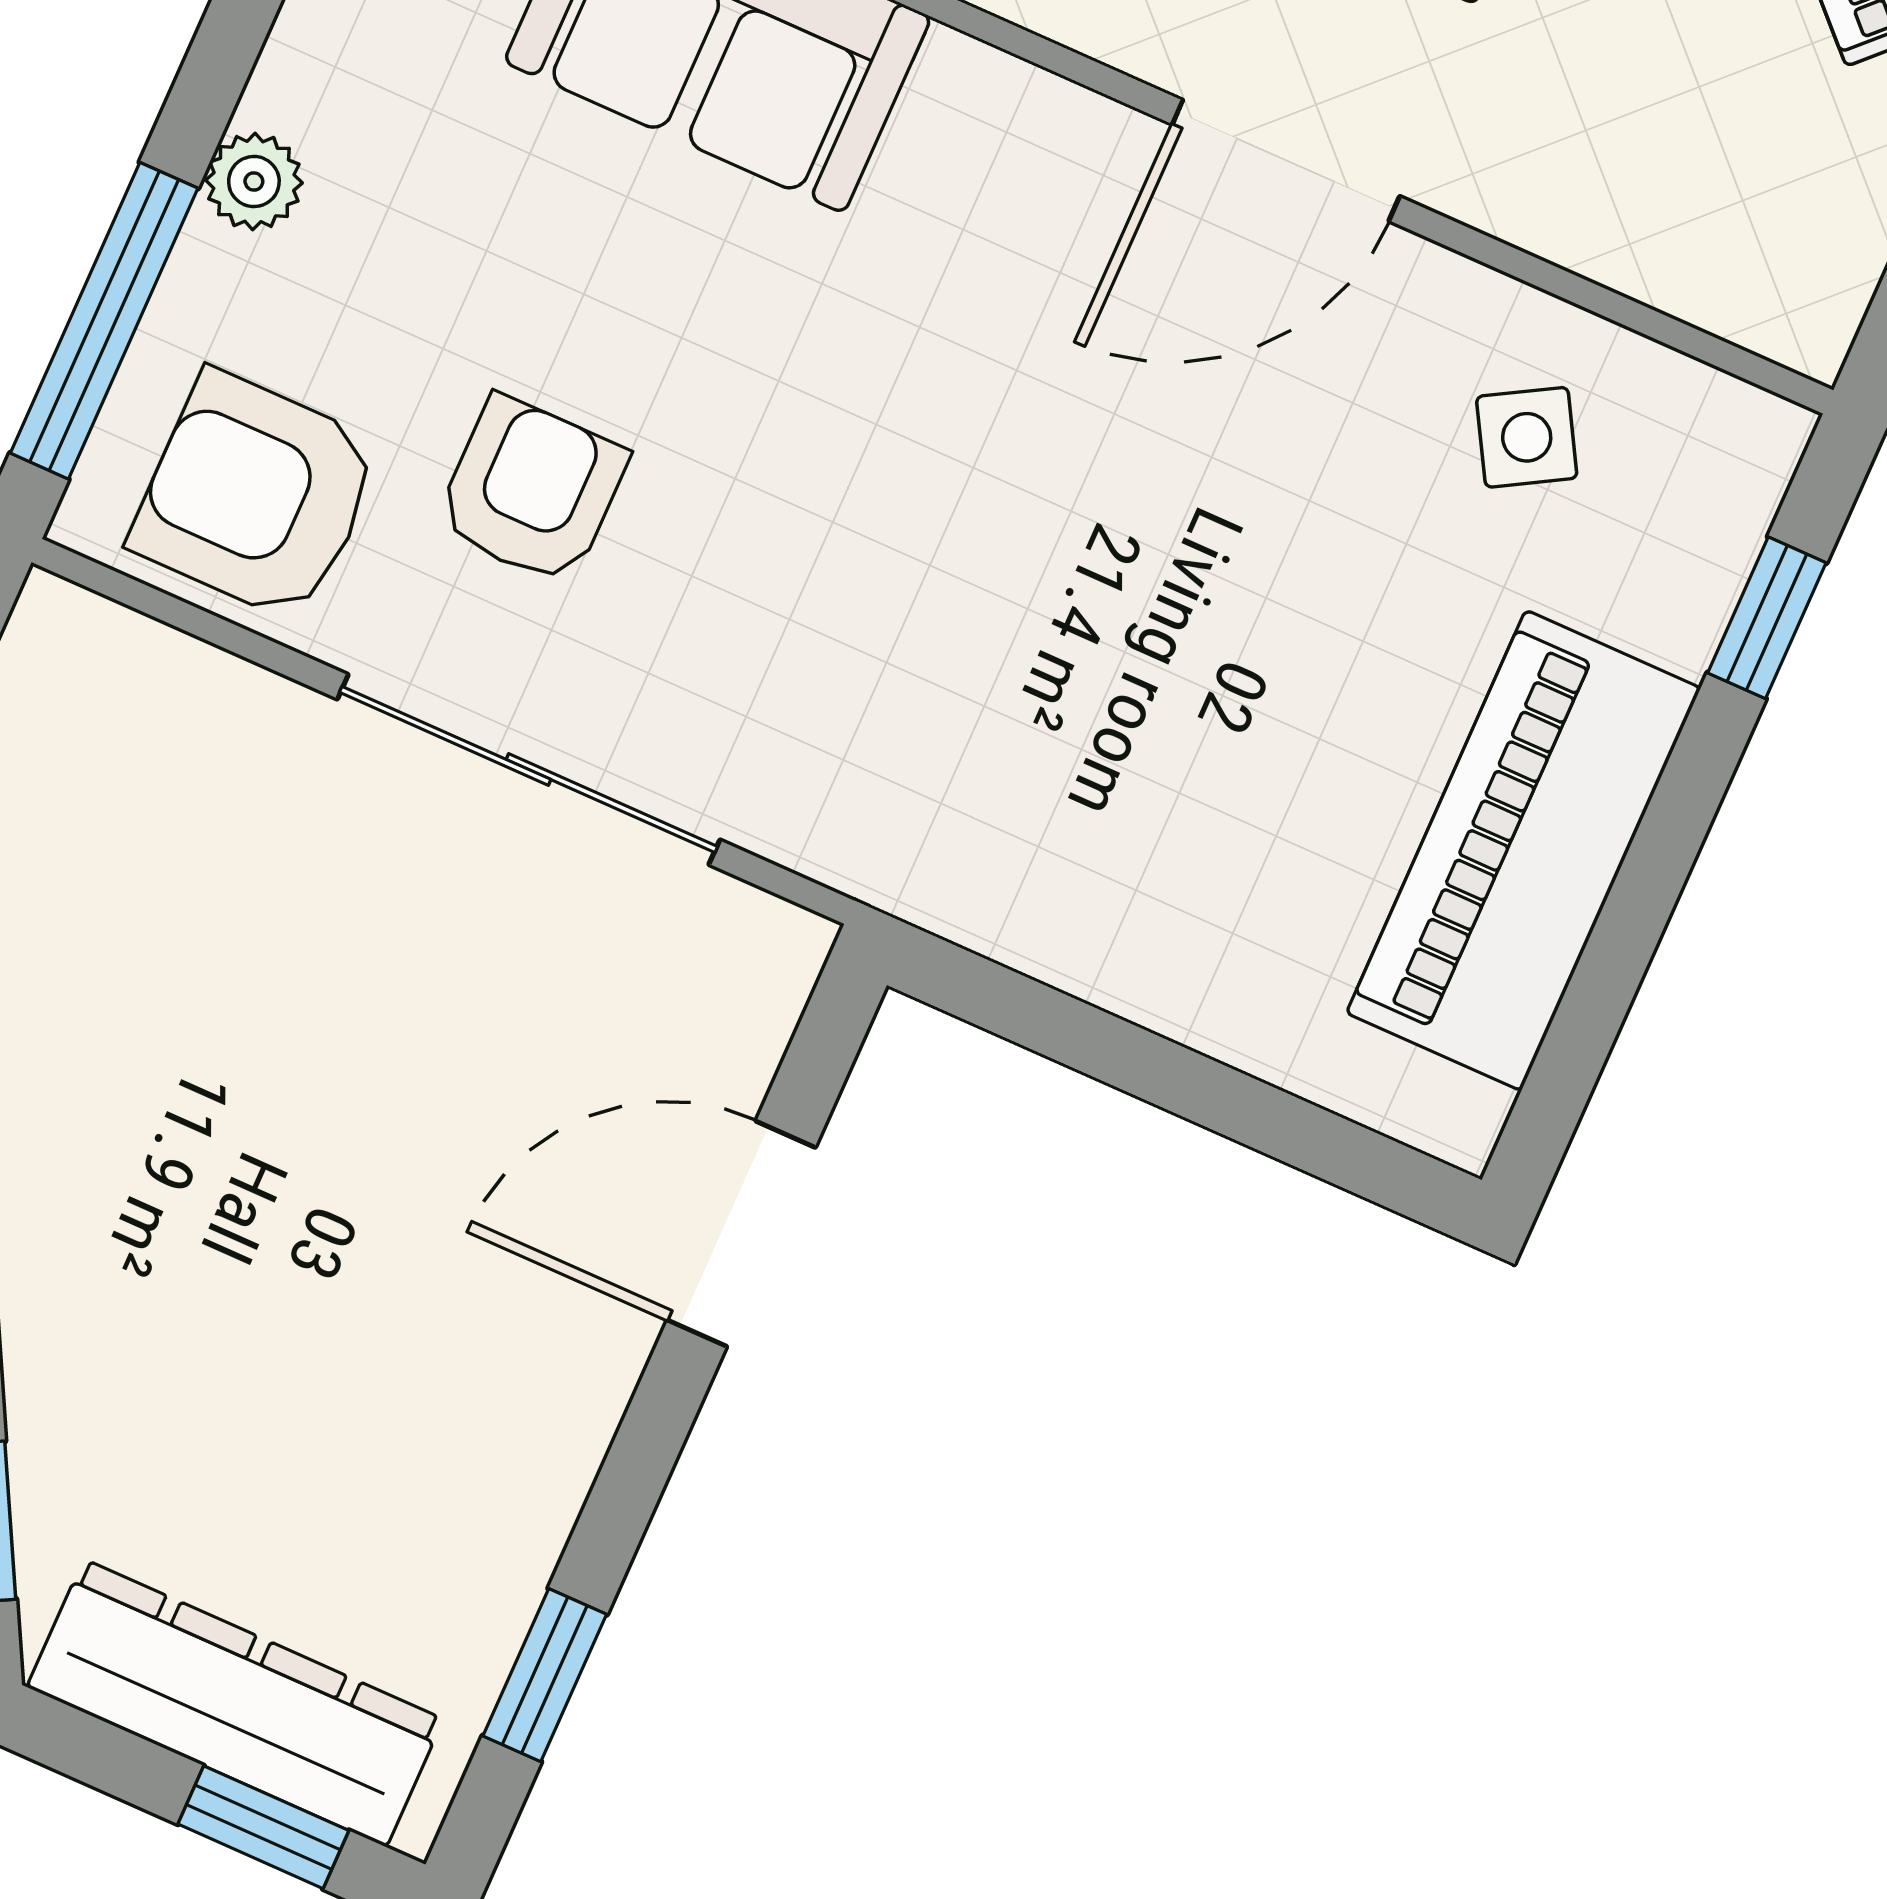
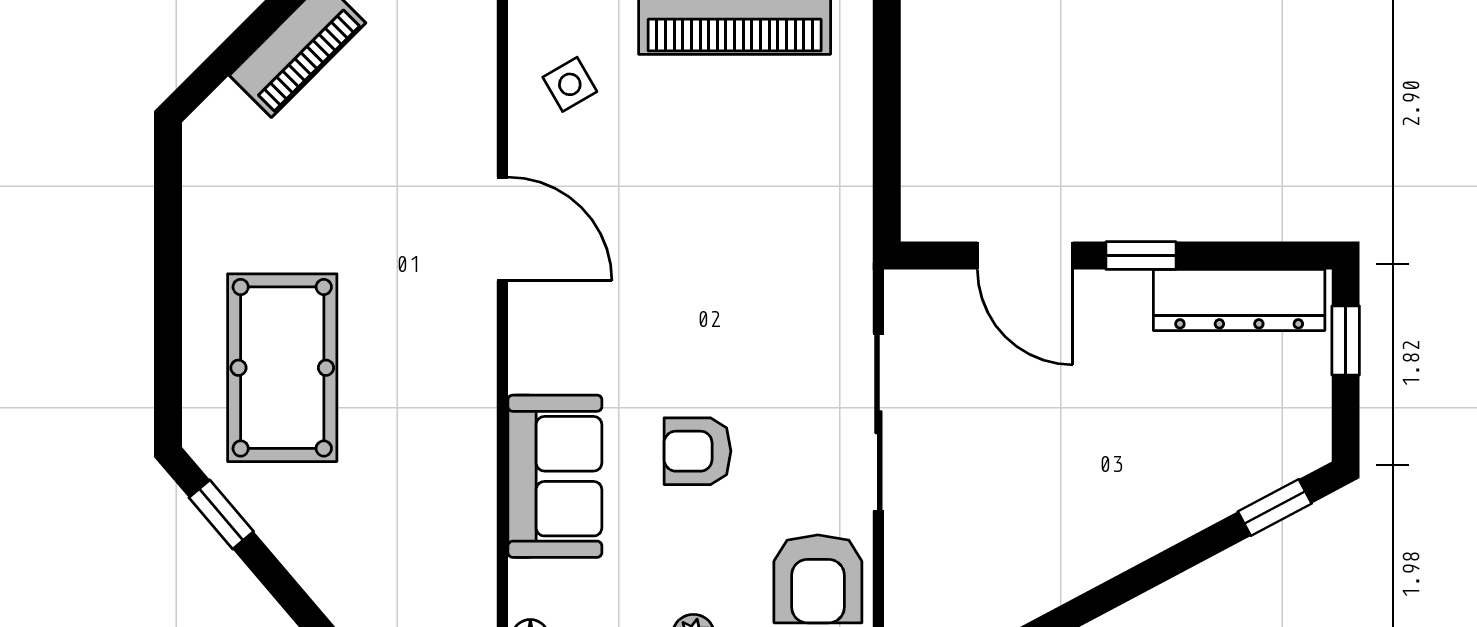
armchair: (532, 490) -> (697, 451), moved
window: (545, 1675) -> (1141, 256), moved
dresser: (235, 1703) -> (1239, 300), moved, turned -90

